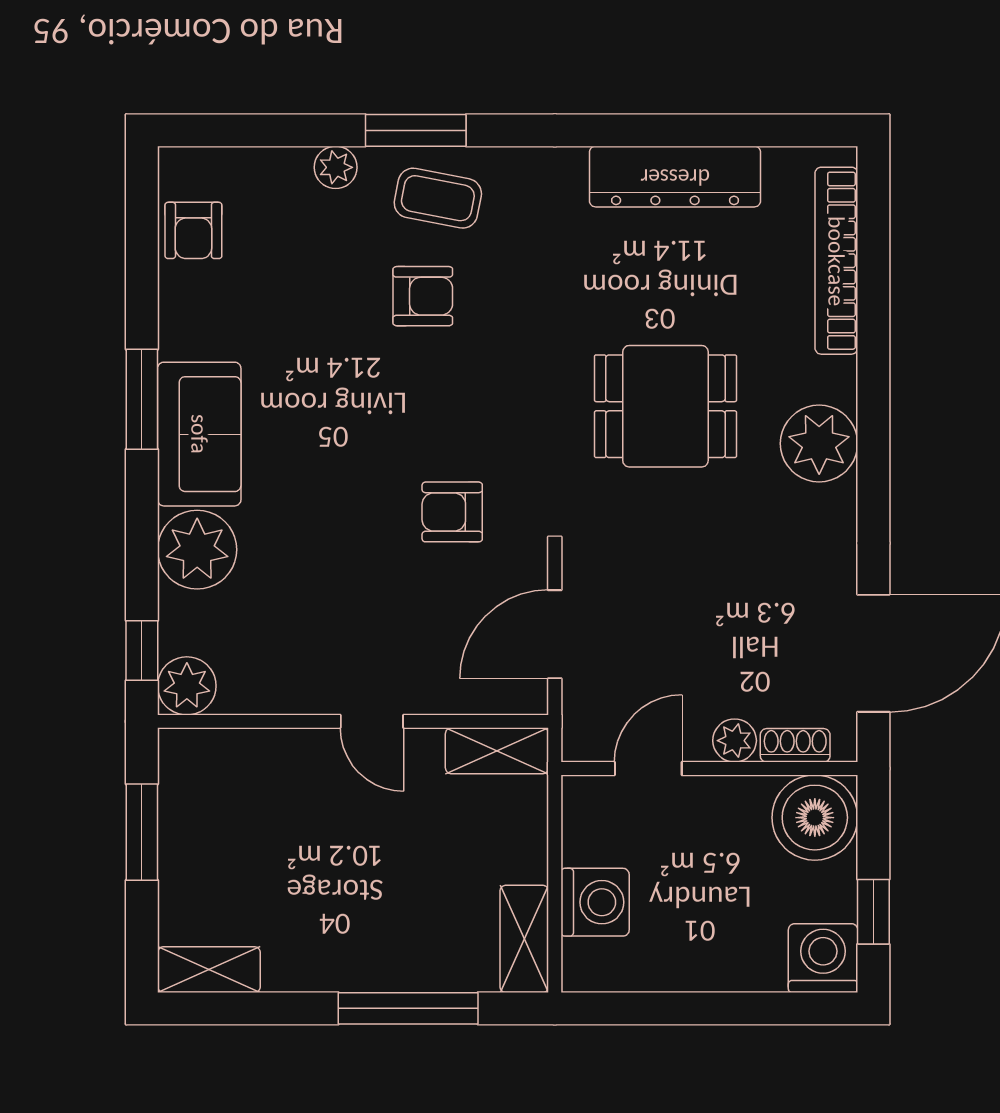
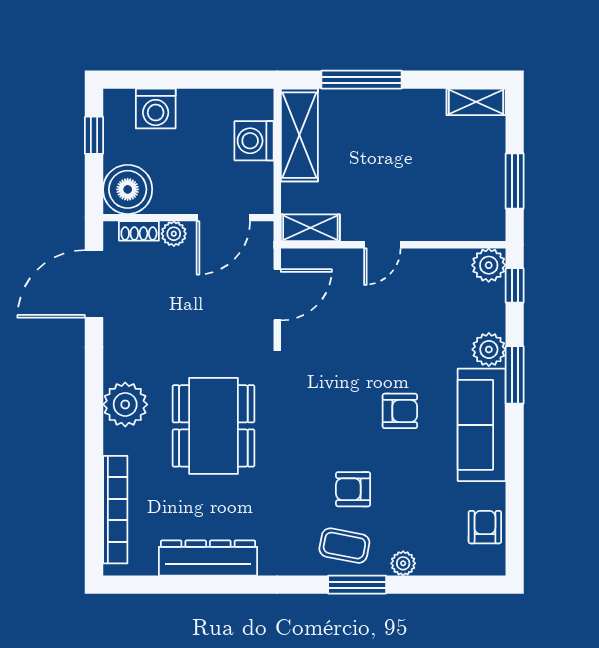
window: (142, 399) -> (515, 375), moved
dining table: (665, 406) -> (213, 426), width x1.38
sofa: (199, 434) -> (482, 425), width x1.36
armchair: (452, 512) -> (400, 411), moved
plant: (197, 550) -> (489, 349), width x0.73, depth x0.73
door: (372, 721) -> (382, 245), swing flipped
door: (648, 768) -> (223, 218), width x1.38
shelving: (524, 939) -> (299, 135), width x1.50, depth x1.33
washing machine: (823, 958) -> (156, 109), moved

